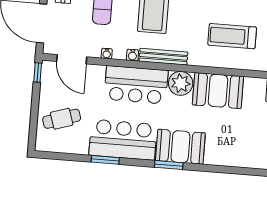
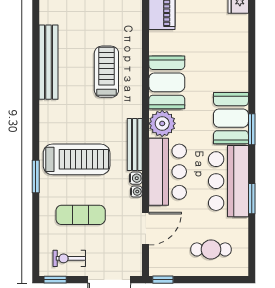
treadmill: (232, 36) -> (106, 72), turned 180
water cooler: (107, 54) -> (136, 192), moved
door: (72, 59) -> (146, 229), moved
cafe table: (62, 119) -> (211, 249), turned -72

